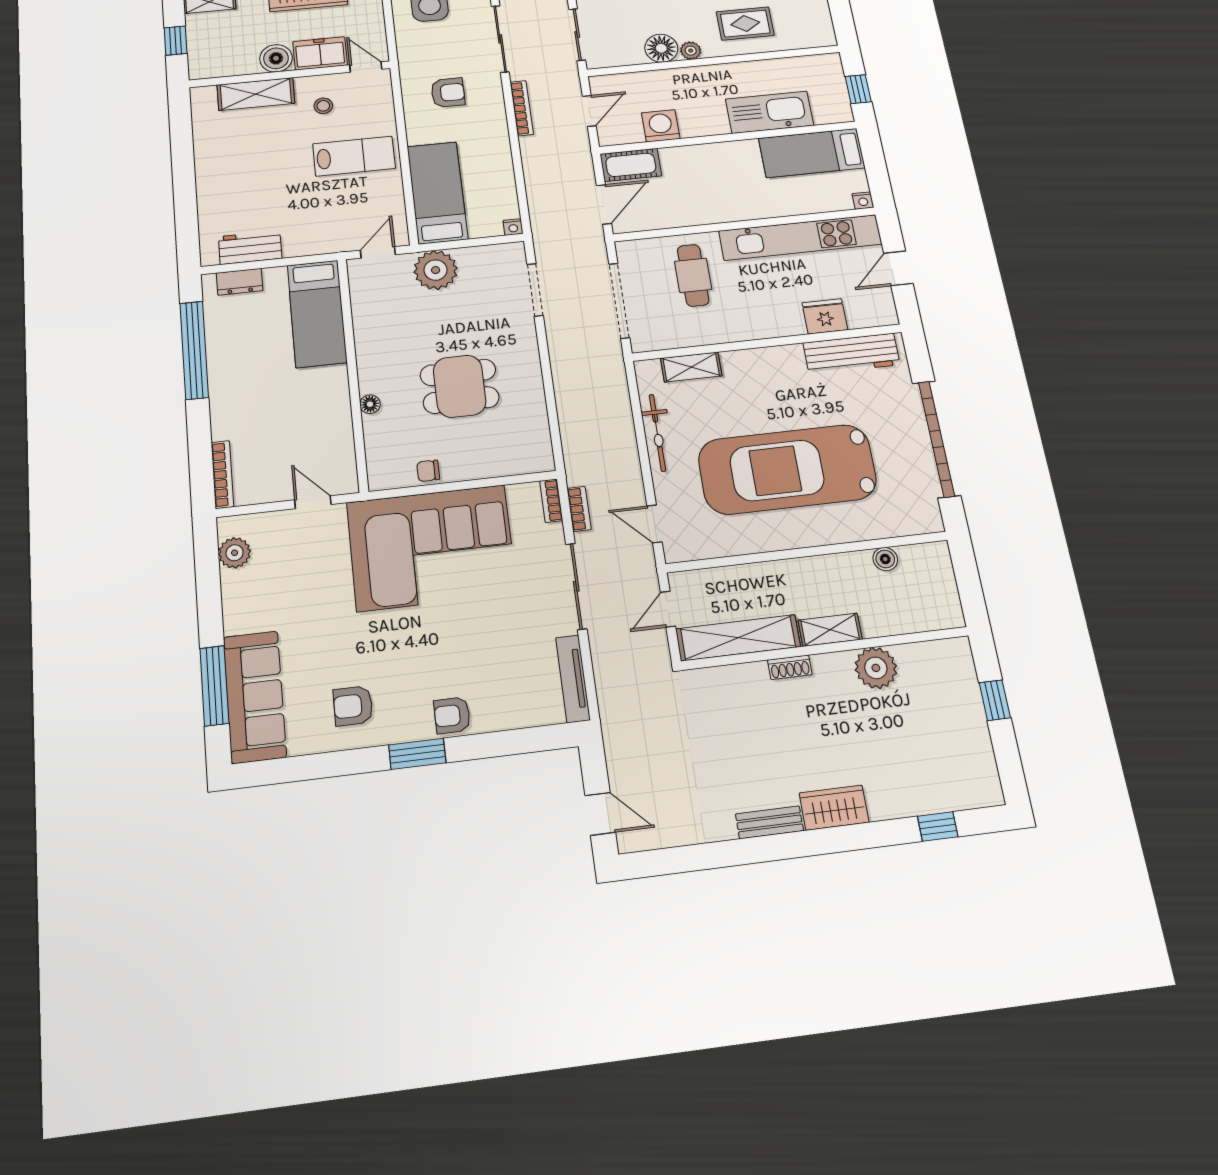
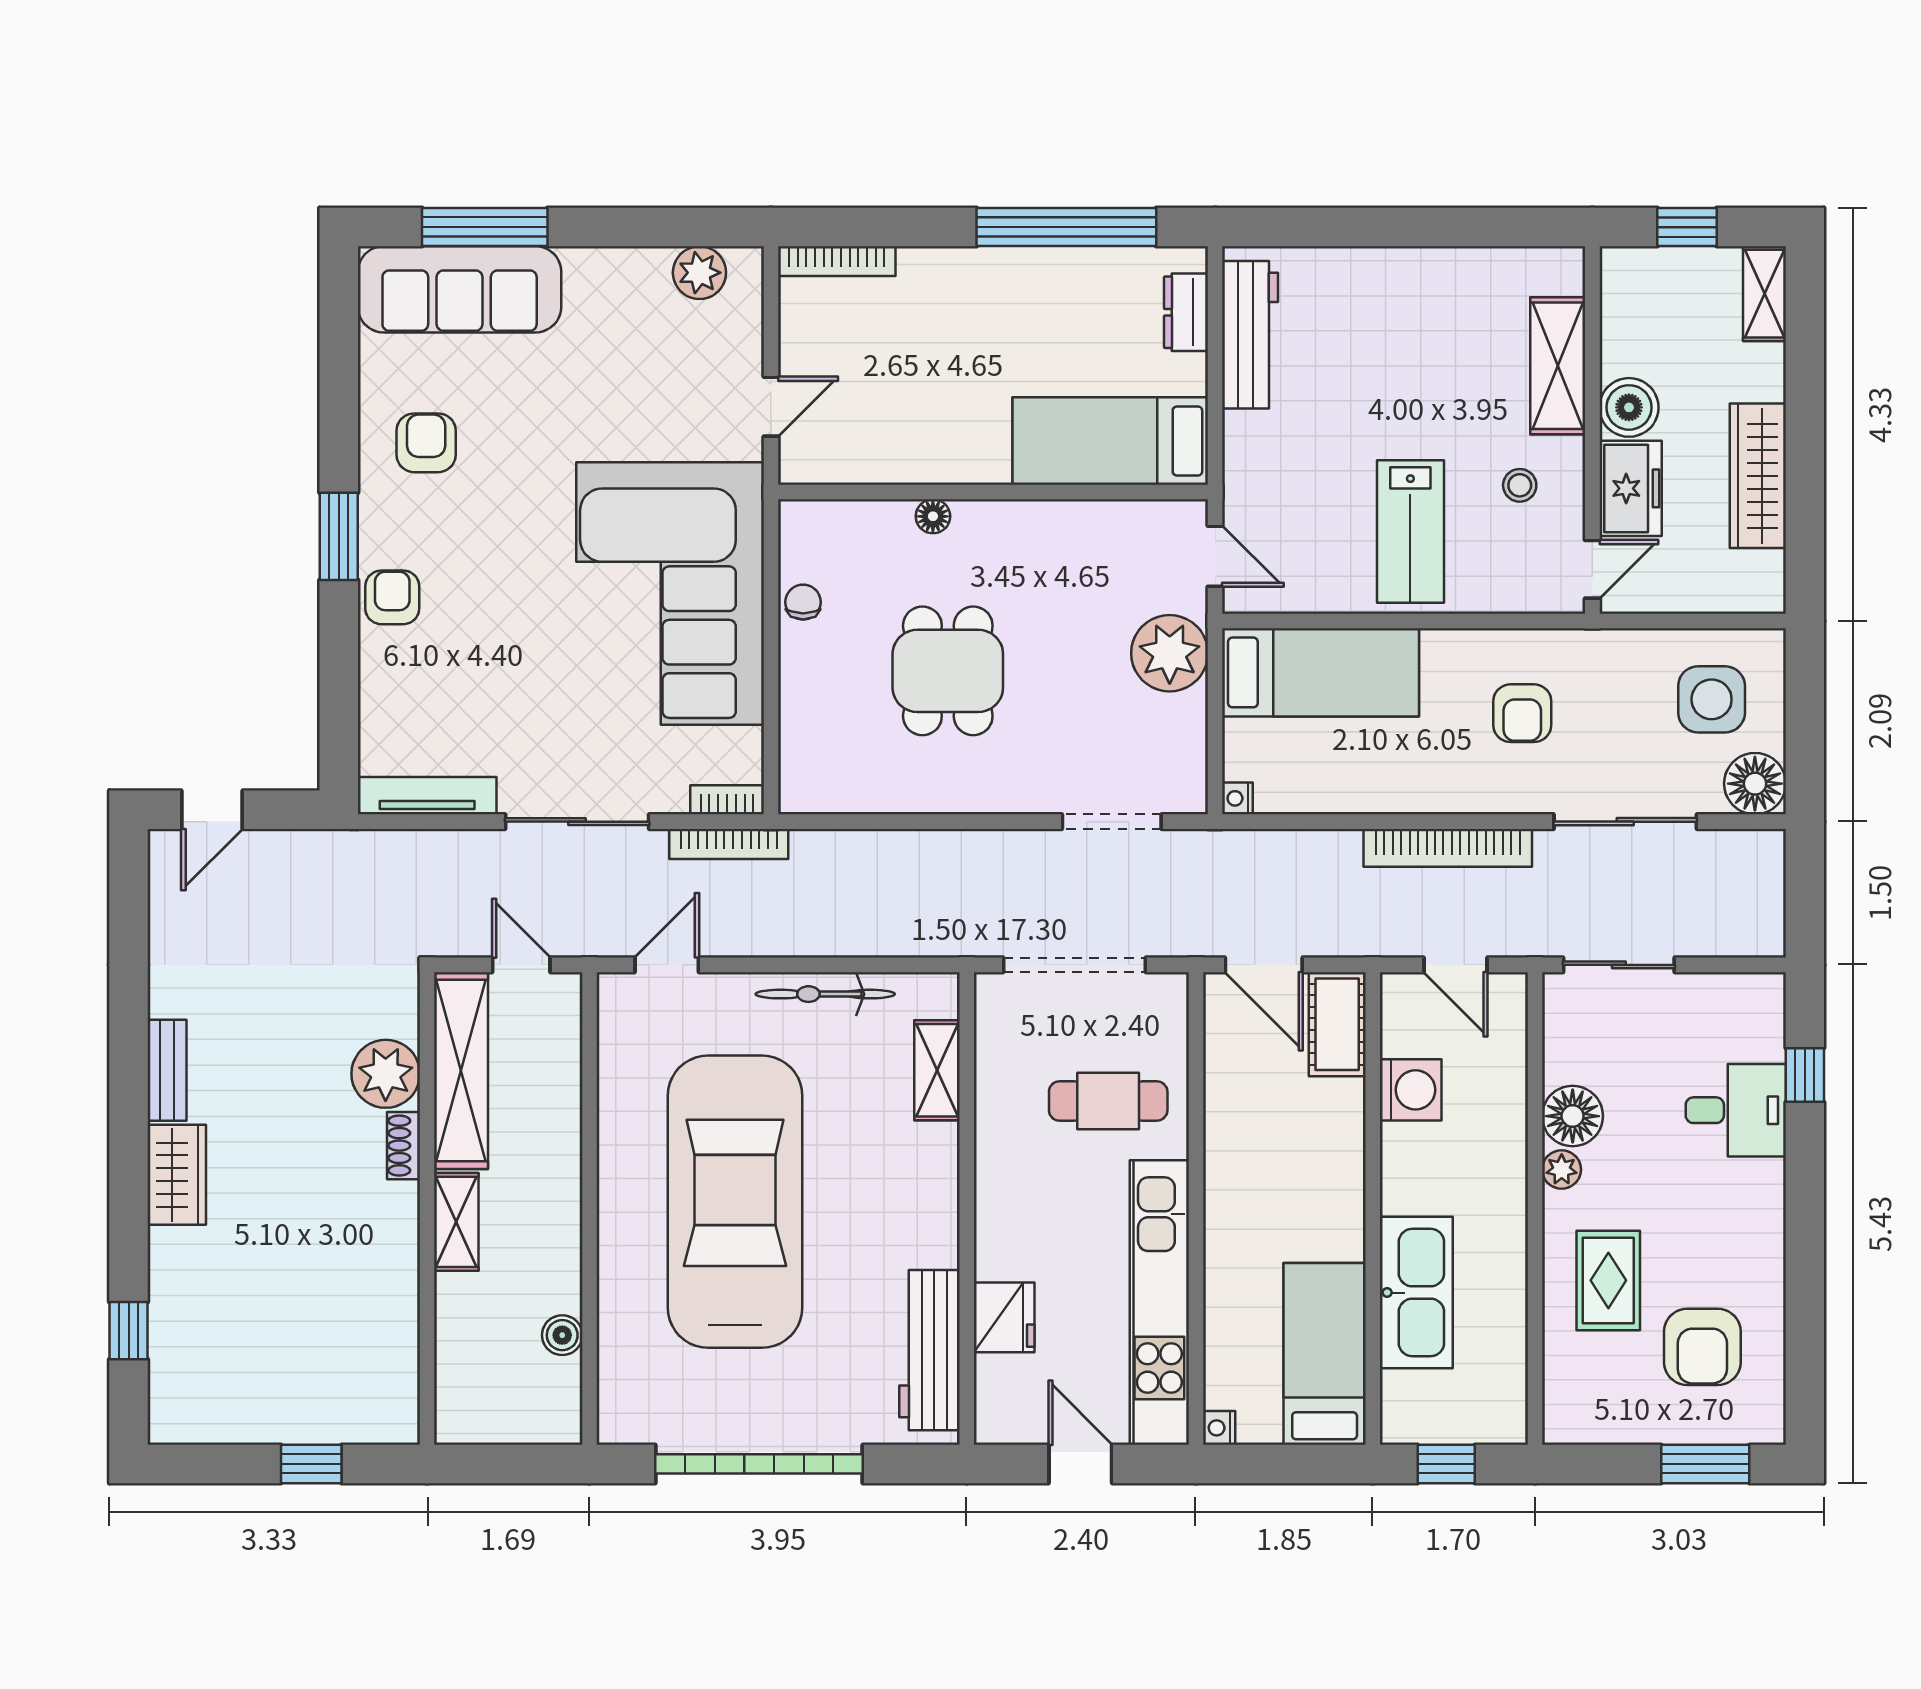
bookcase: (522, 108) -> (1448, 848), width x1.48, depth x1.31
workbench: (250, 247) -> (1250, 335), width x1.38
bookcase: (579, 509) -> (729, 844), width x1.56
plant: (876, 668) -> (386, 1074), moved

